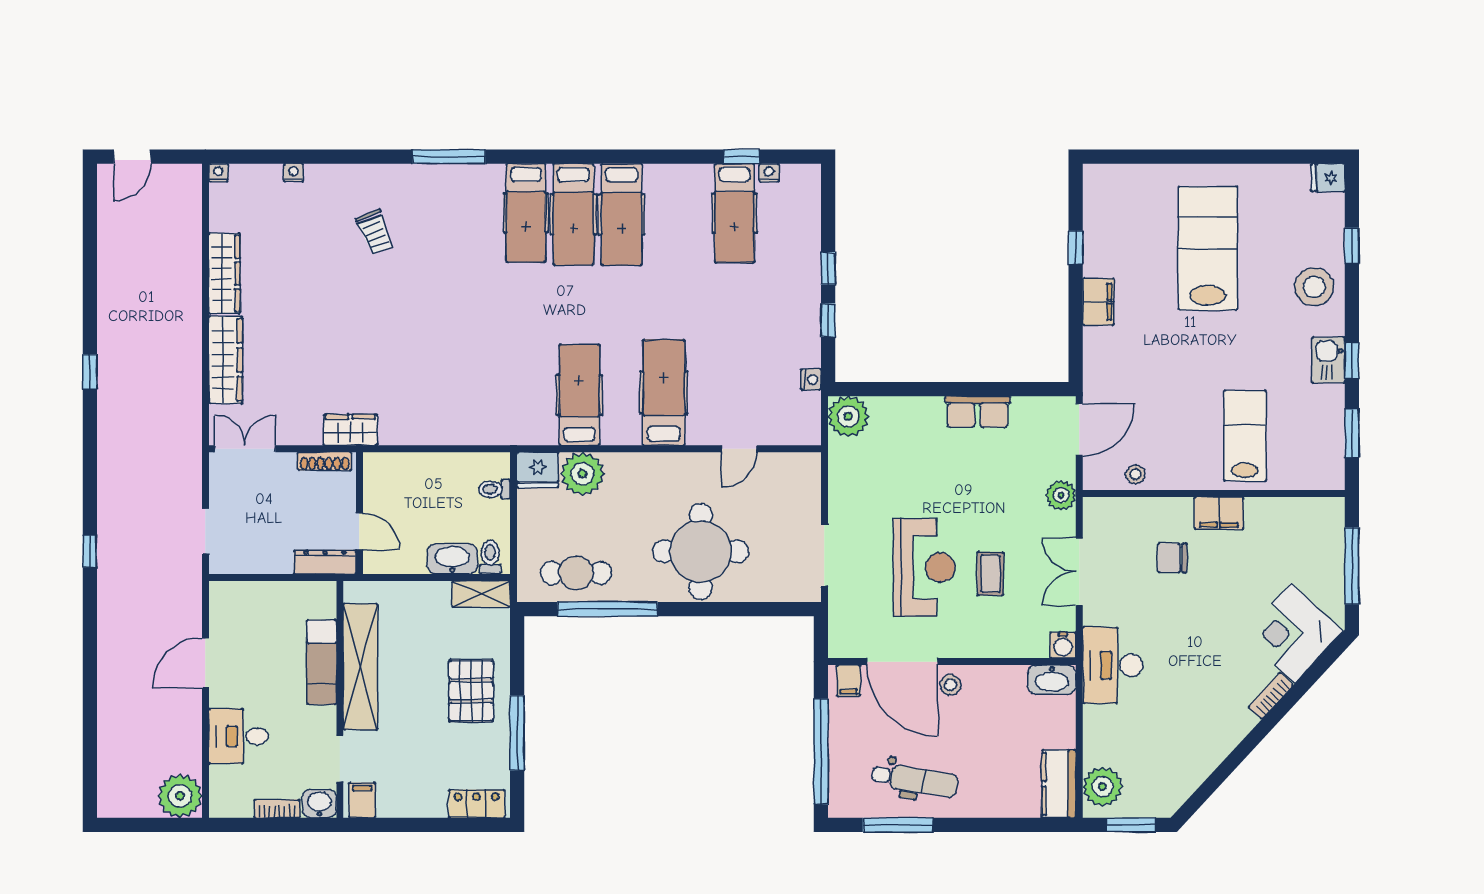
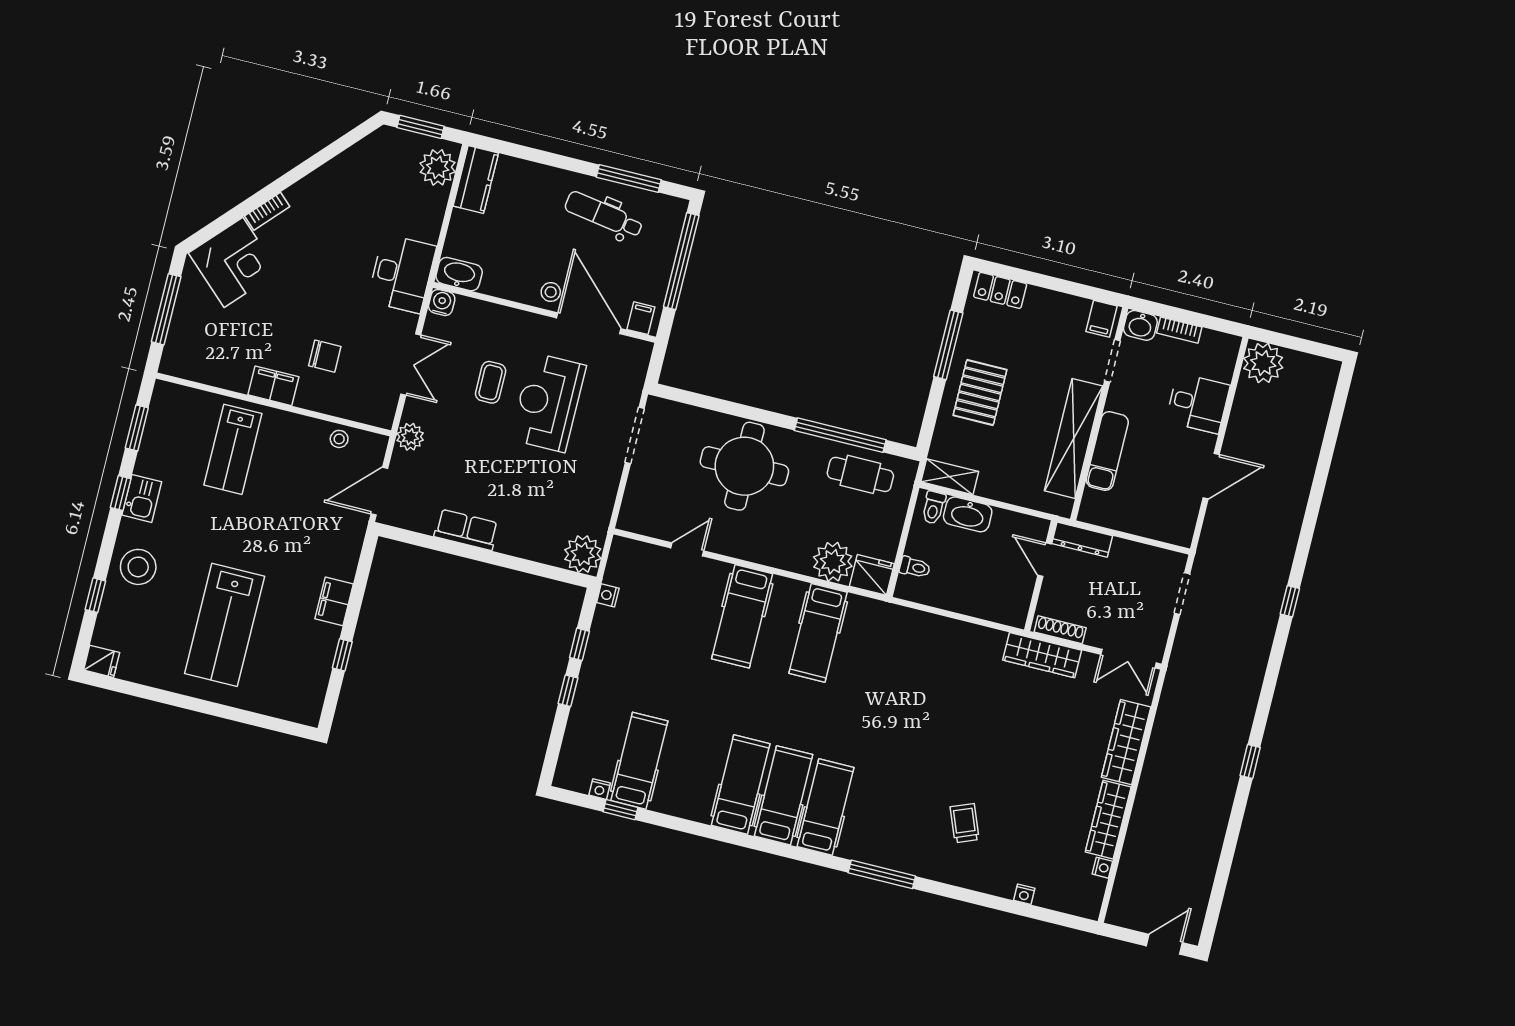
nightstand: (218, 173) -> (1102, 868), moved, turned -90
wardrobe: (350, 430) -> (1042, 655), width x1.50

